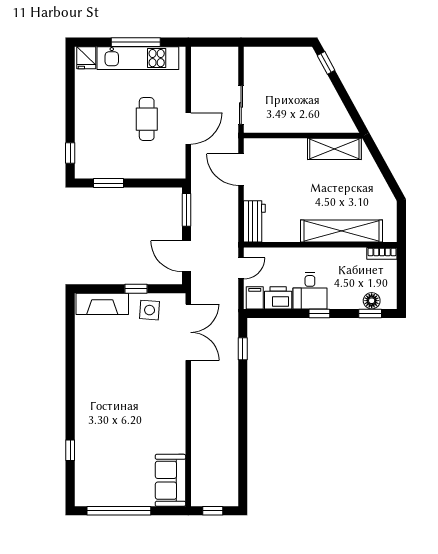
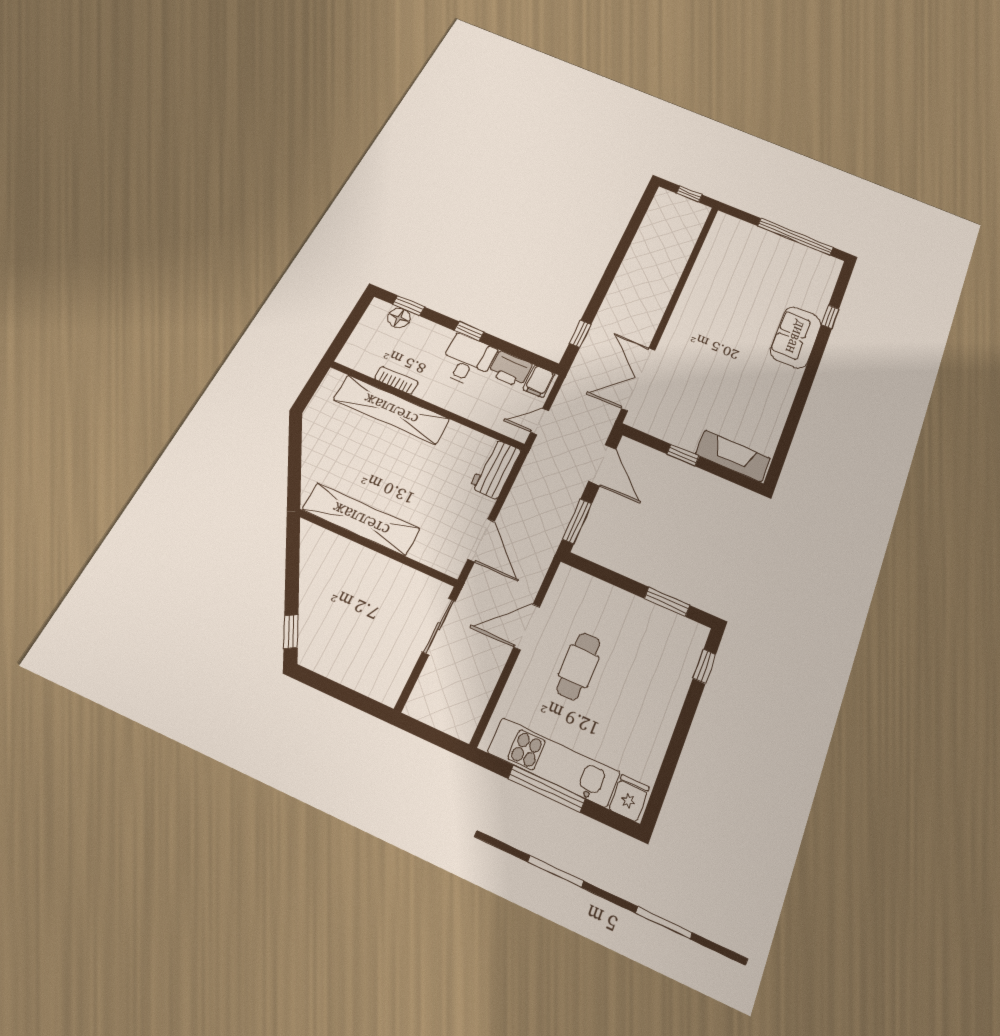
shelving: (334, 149) -> (361, 519), width x1.47
bookcase: (382, 253) -> (396, 380), moved
side table: (150, 310) -> (676, 424), removed
sofa: (170, 480) -> (796, 337), moved, turned 180

